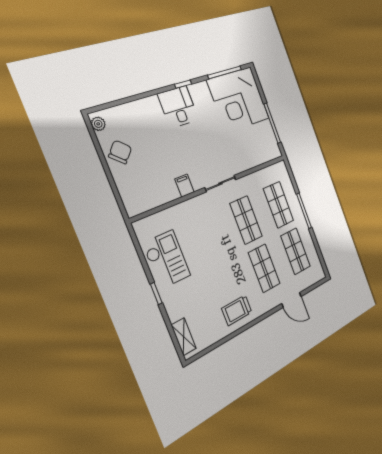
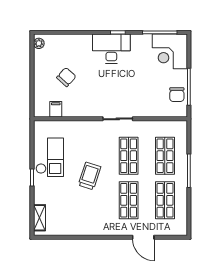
corner desk: (238, 99) -> (170, 51), width x0.74, depth x0.74
desk: (178, 107) -> (111, 49), width x1.37
chair: (265, 135) -> (177, 95), added
chair: (120, 152) -> (66, 77), moved
filing cabinet: (185, 186) -> (56, 109), moved
trolley: (237, 310) -> (90, 176), moved, turned 108

